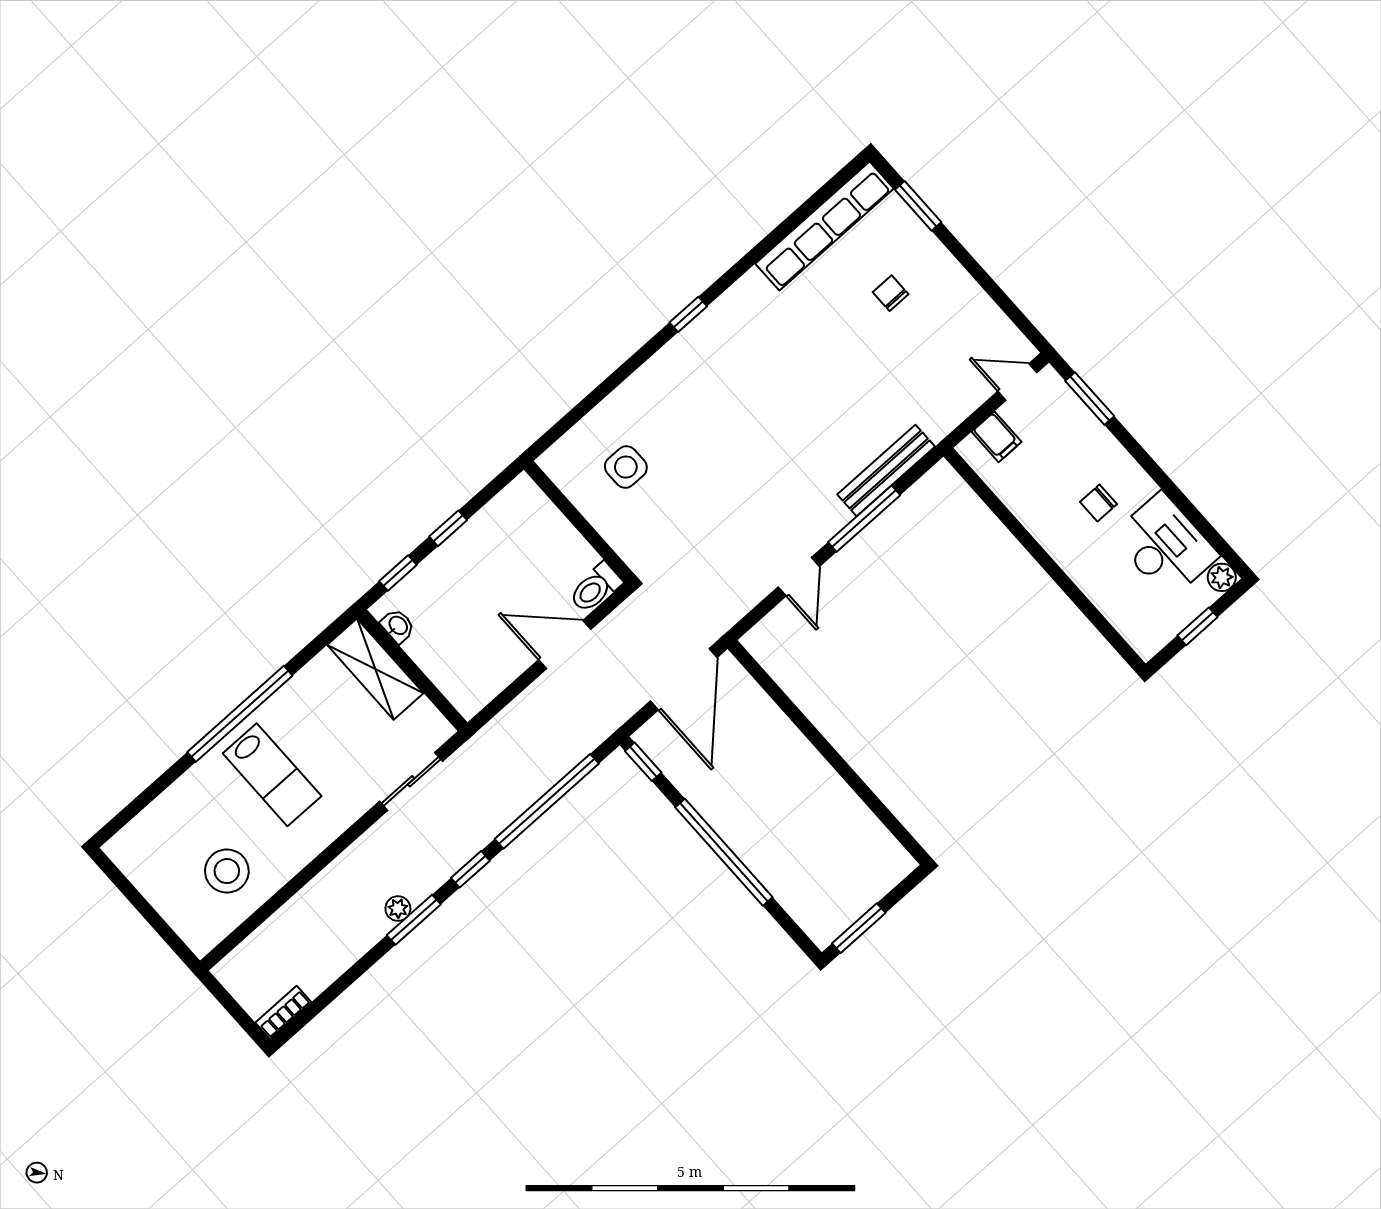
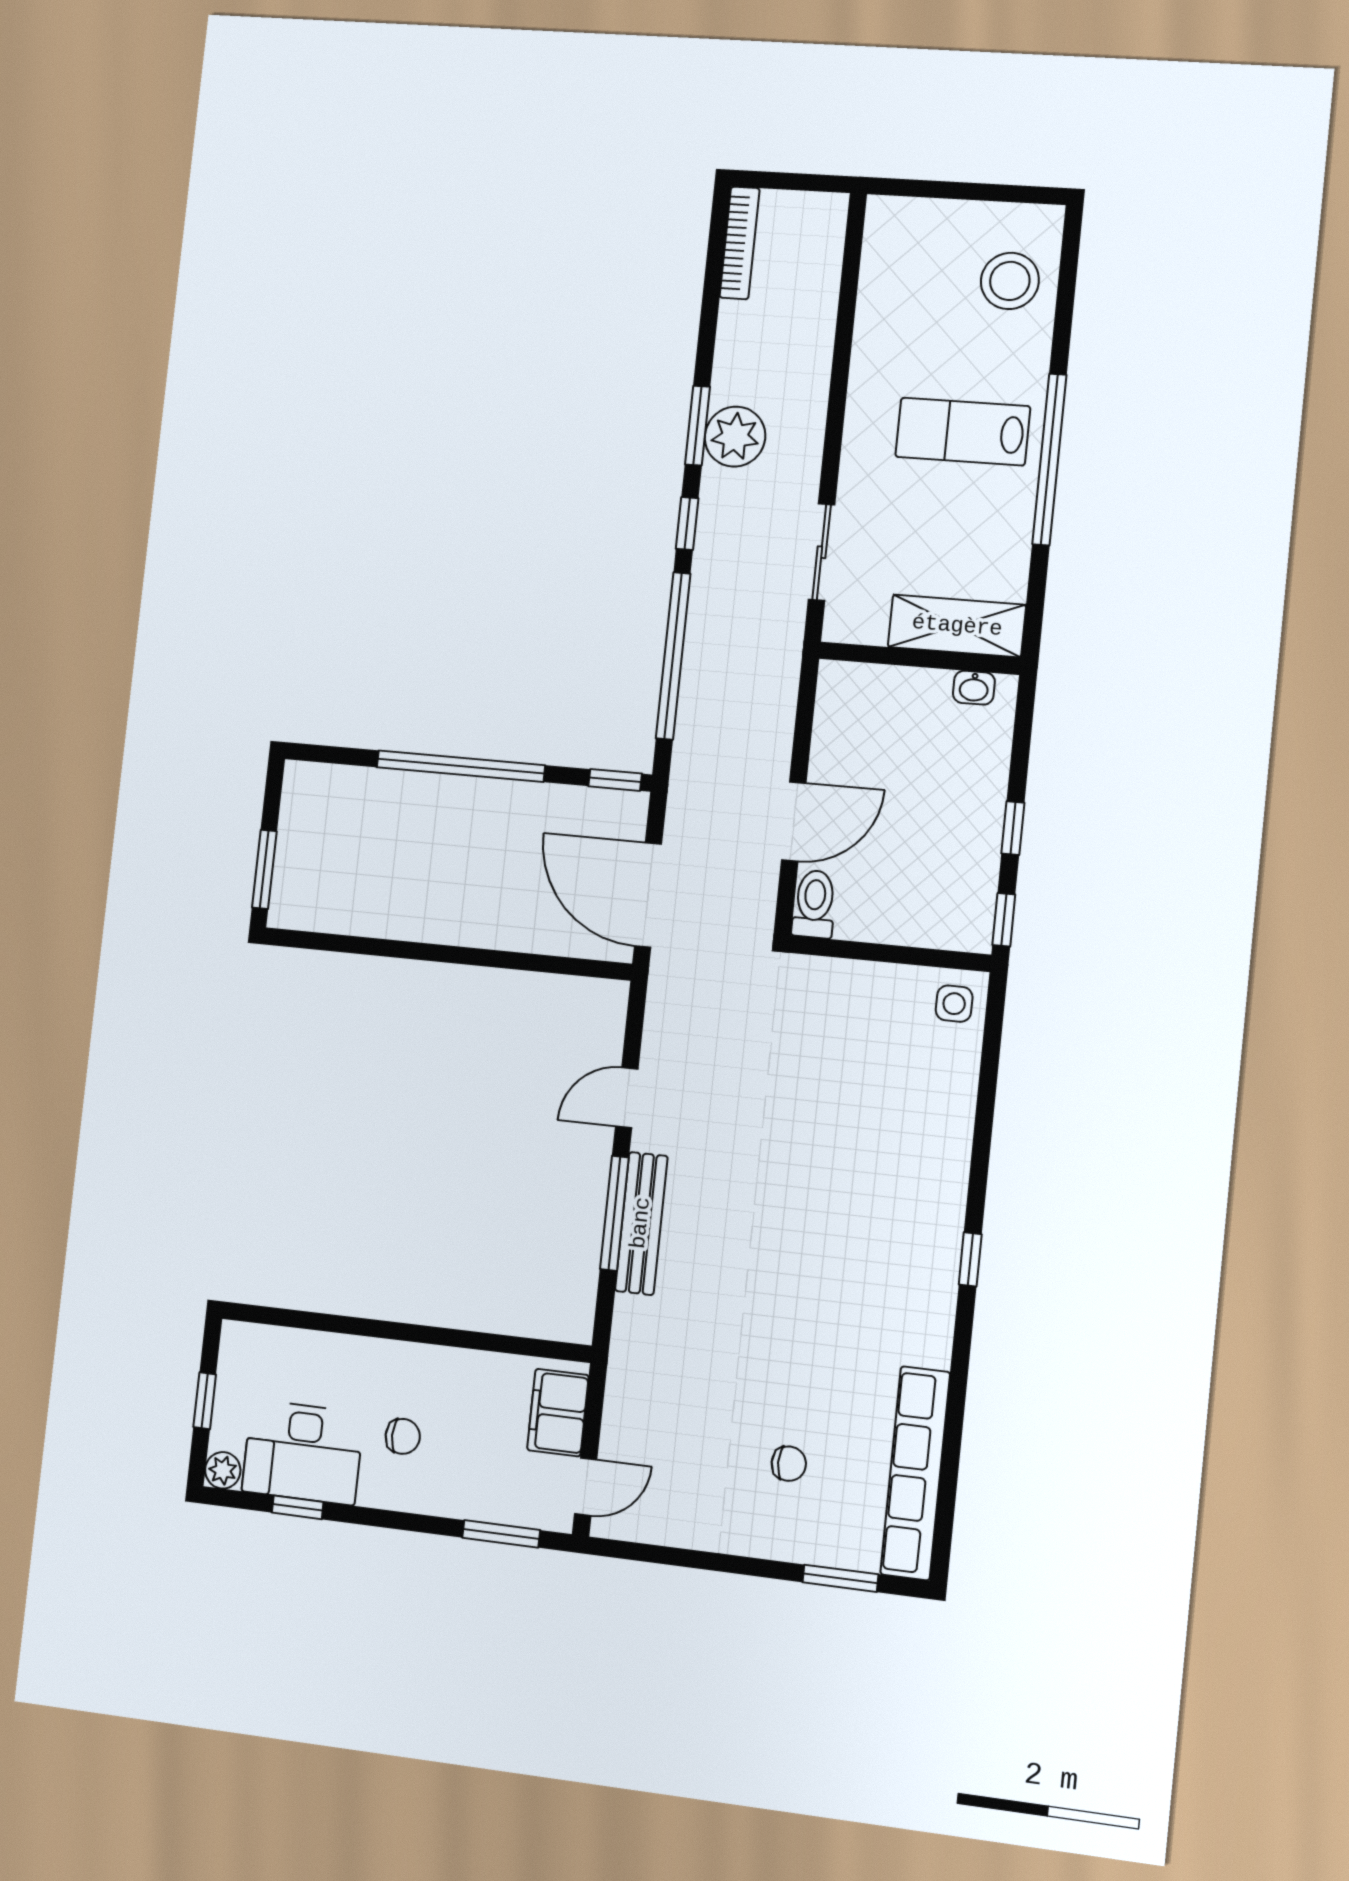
filing cabinet: (996, 437) -> (558, 1413), width x2.00
side table: (626, 467) -> (954, 1004), moved, width x0.73, depth x0.73
bench: (886, 470) -> (641, 1223), moved
chair: (1098, 503) -> (403, 1436), turned 90
window: (1196, 518) -> (298, 1507), added
window: (398, 573) -> (1004, 920), moved
door: (799, 577) -> (627, 1098), hinge flipped
stool: (227, 871) -> (1010, 281), moved
plant: (398, 909) -> (735, 437), width x1.87, depth x1.87
window: (859, 928) -> (264, 869), moved
bookcase: (283, 1012) -> (740, 243), width x1.56

